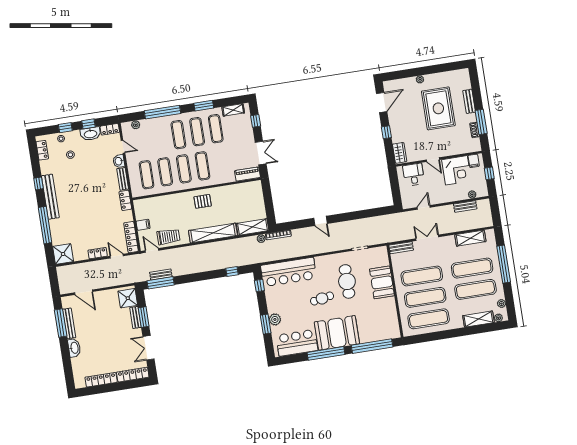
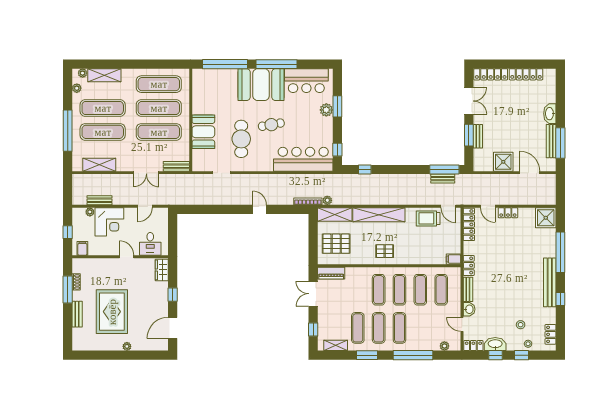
corner desk: (456, 170) -> (109, 222), moved, turned 180
pallet: (247, 201) -> (336, 244), added
filing cabinet: (143, 225) -> (454, 259), moved
shower: (128, 298) -> (503, 162), moved

